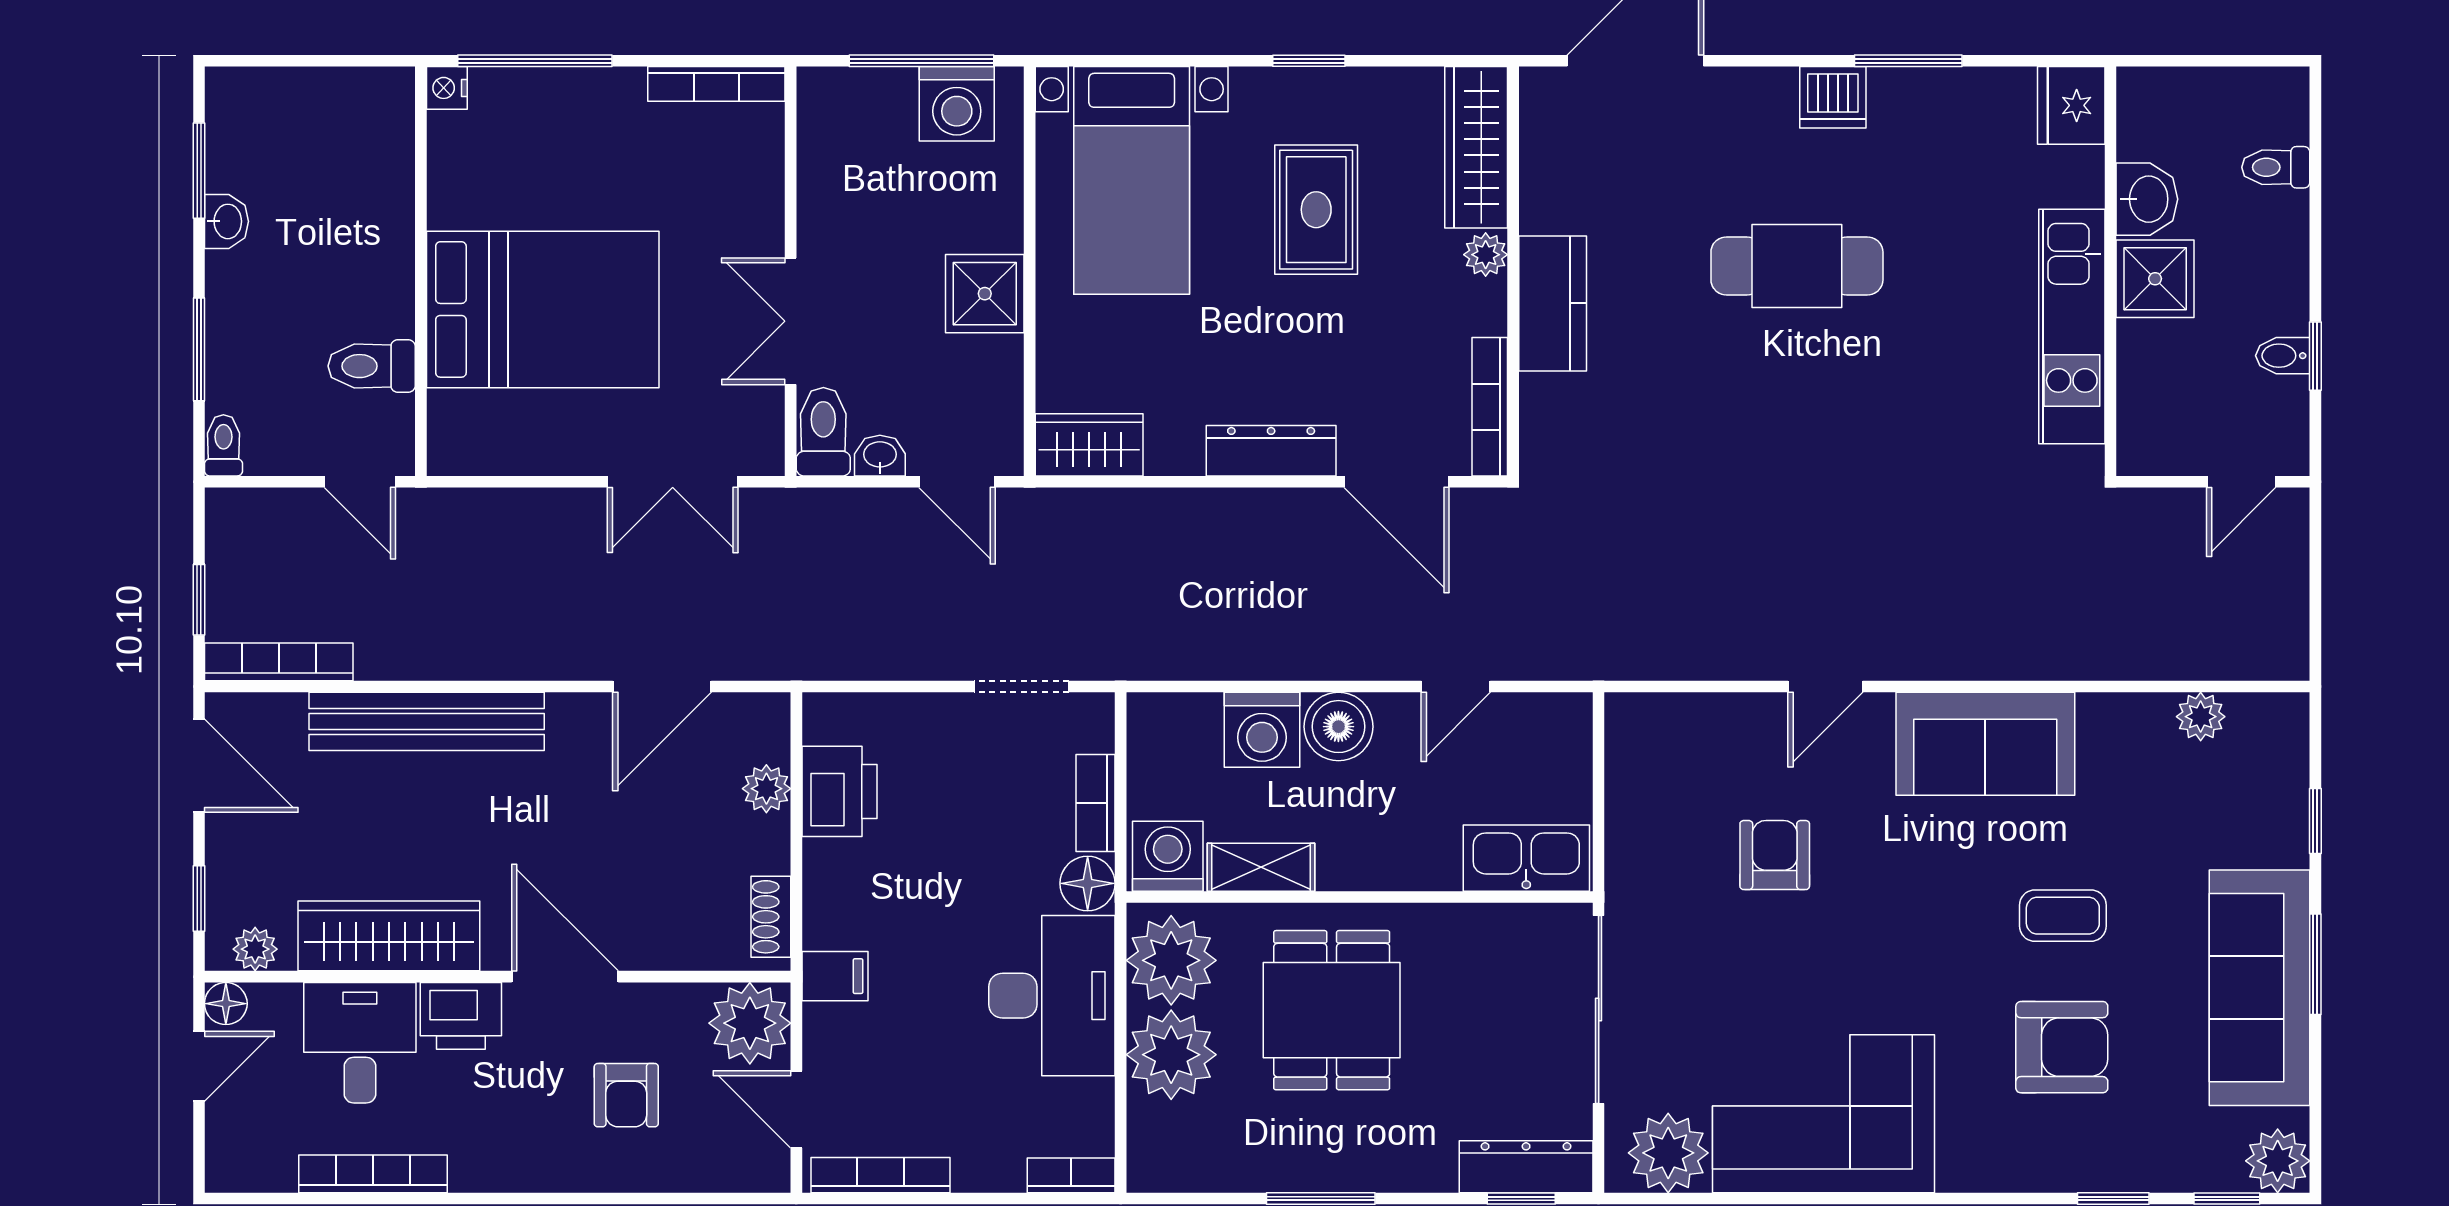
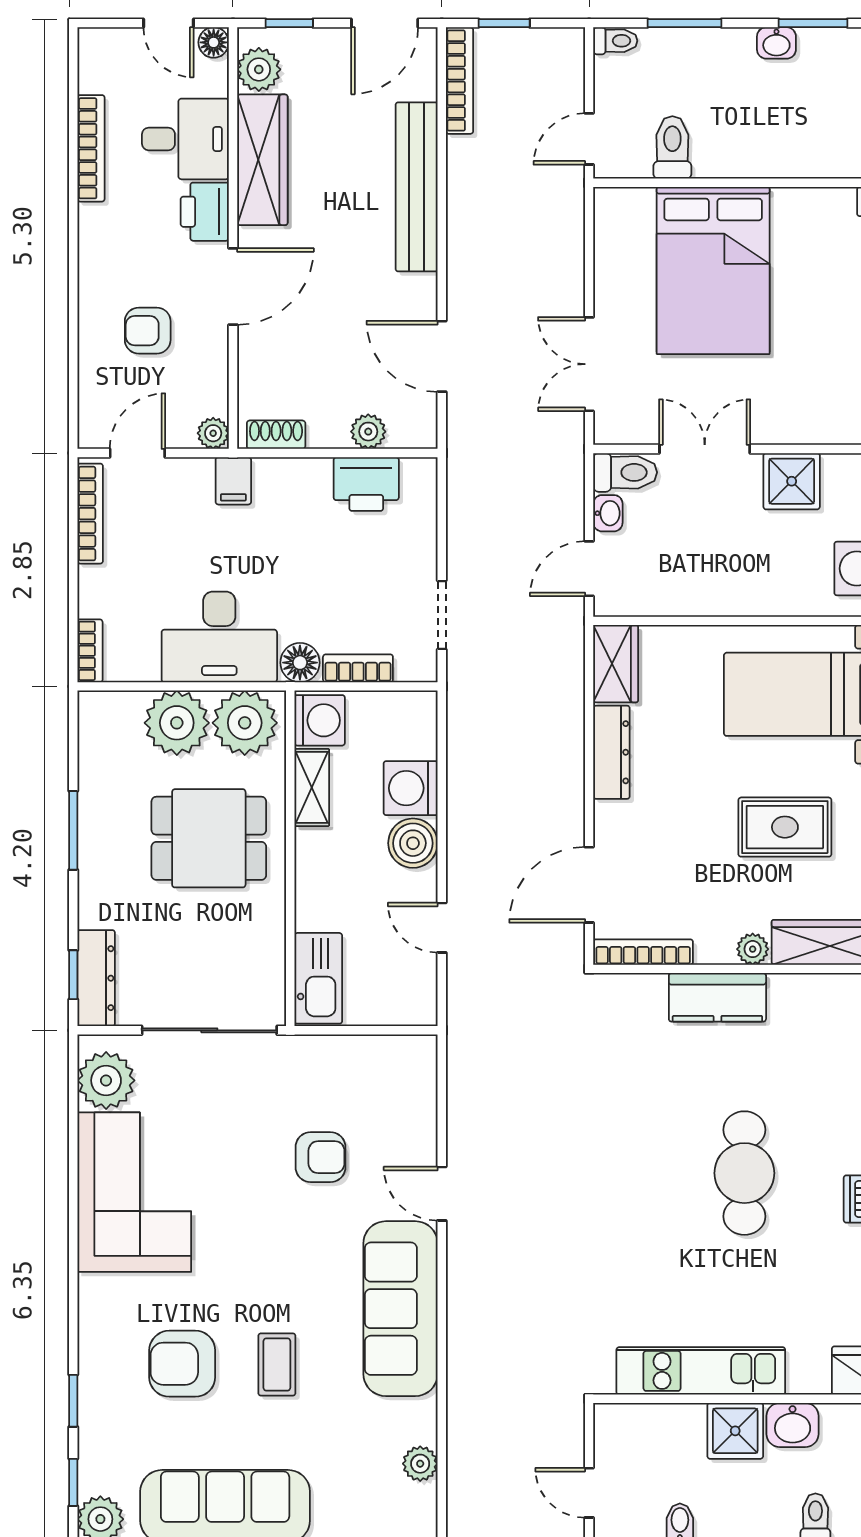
shower: (985, 294) -> (792, 481), moved
dresser: (1271, 451) -> (611, 752), moved
sofa: (1985, 744) -> (401, 1309), width x1.36
plant: (255, 949) -> (259, 69), width x1.38, depth x1.38
plant: (750, 1023) -> (213, 433), width x0.53, depth x0.53
armchair: (2062, 1047) -> (182, 1364), turned 90

